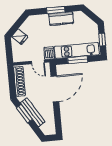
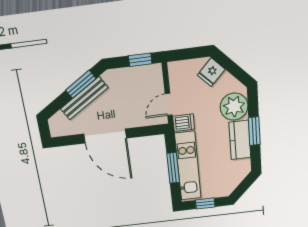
plant: (40, 23) -> (234, 107), added
window: (11, 78) -> (140, 60), added
shoe rack: (19, 81) -> (135, 74), removed
door: (55, 89) -> (105, 136), moved

